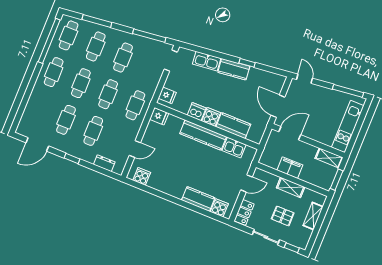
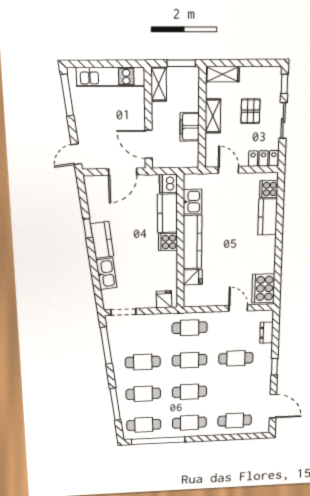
dishwasher: (197, 112) -> (168, 183), moved
fridge: (159, 116) -> (193, 277), moved, turned 90
cafe table: (66, 120) -> (235, 421), moved
cooker: (142, 176) -> (263, 288), width x1.87, depth x1.31
shelving: (313, 216) -> (222, 74), moved

